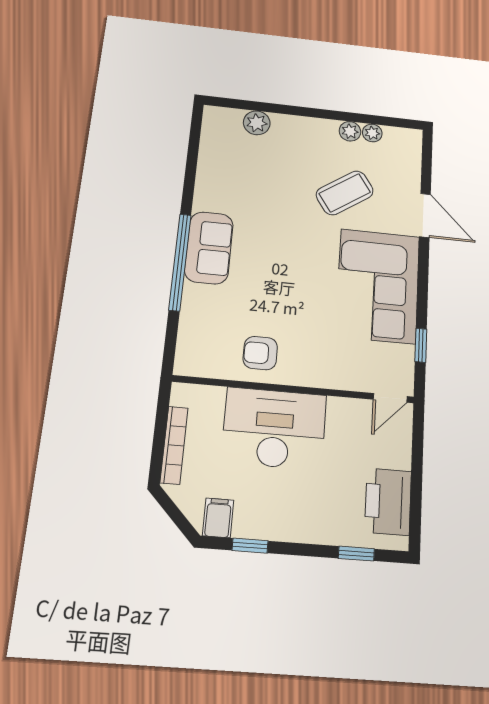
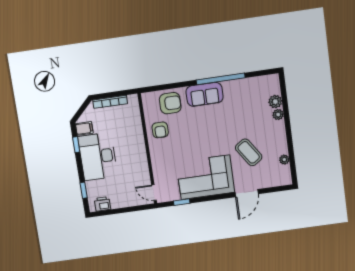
plant: (350, 131) -> (278, 115), moved
window: (180, 262) -> (221, 79), moved
armchair: (209, 319) -> (170, 103), added
armchair: (260, 353) -> (160, 130), turned 180
desk: (274, 428) -> (98, 156), moved, turned 180
printer: (388, 502) -> (102, 204), width x0.53, depth x0.68

